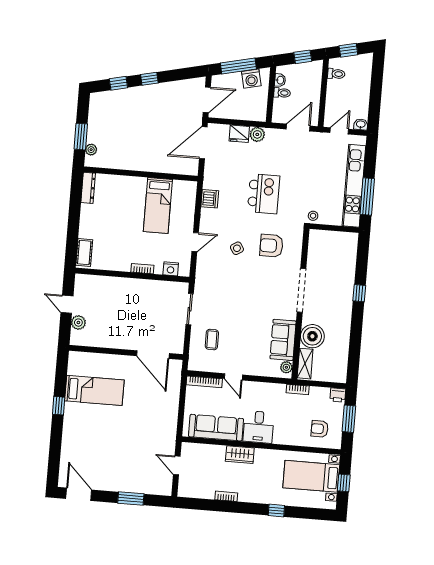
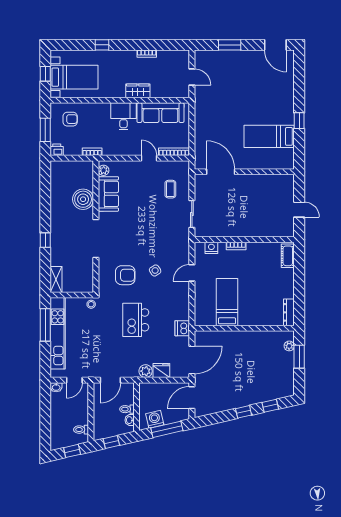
dishwasher: (210, 199) -> (182, 328), moved
plant: (78, 323) -> (288, 194), removed
shelving: (305, 364) -> (56, 279), moved

